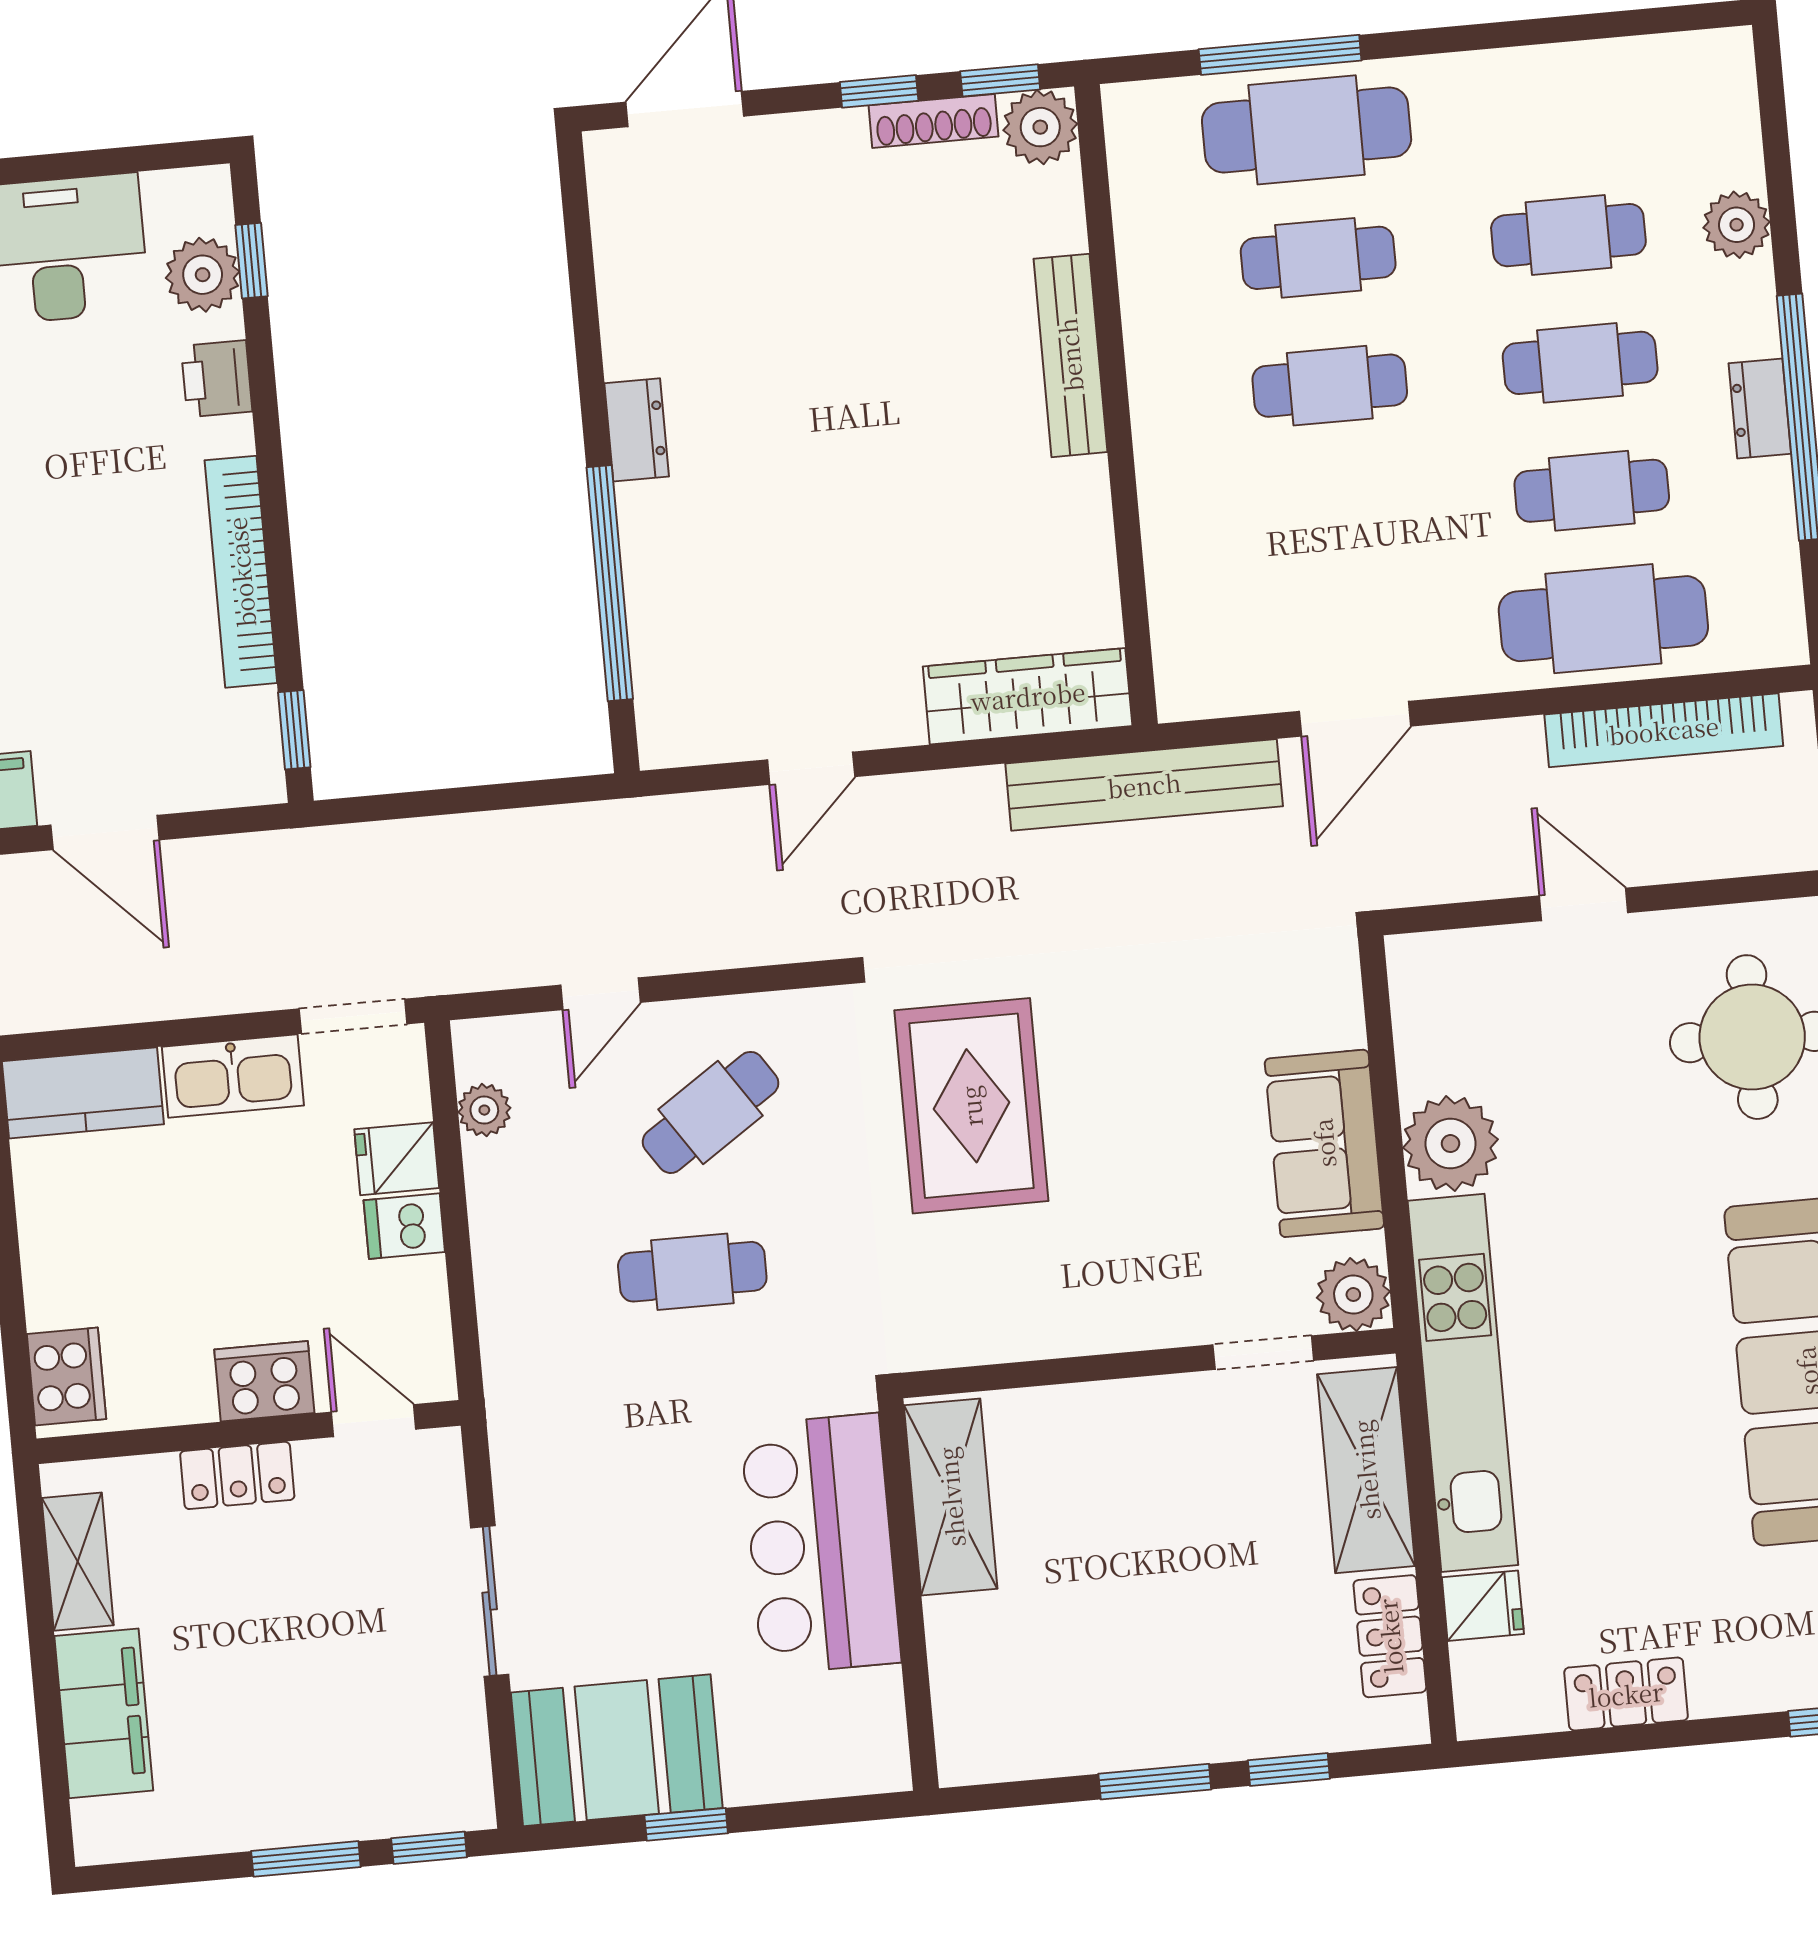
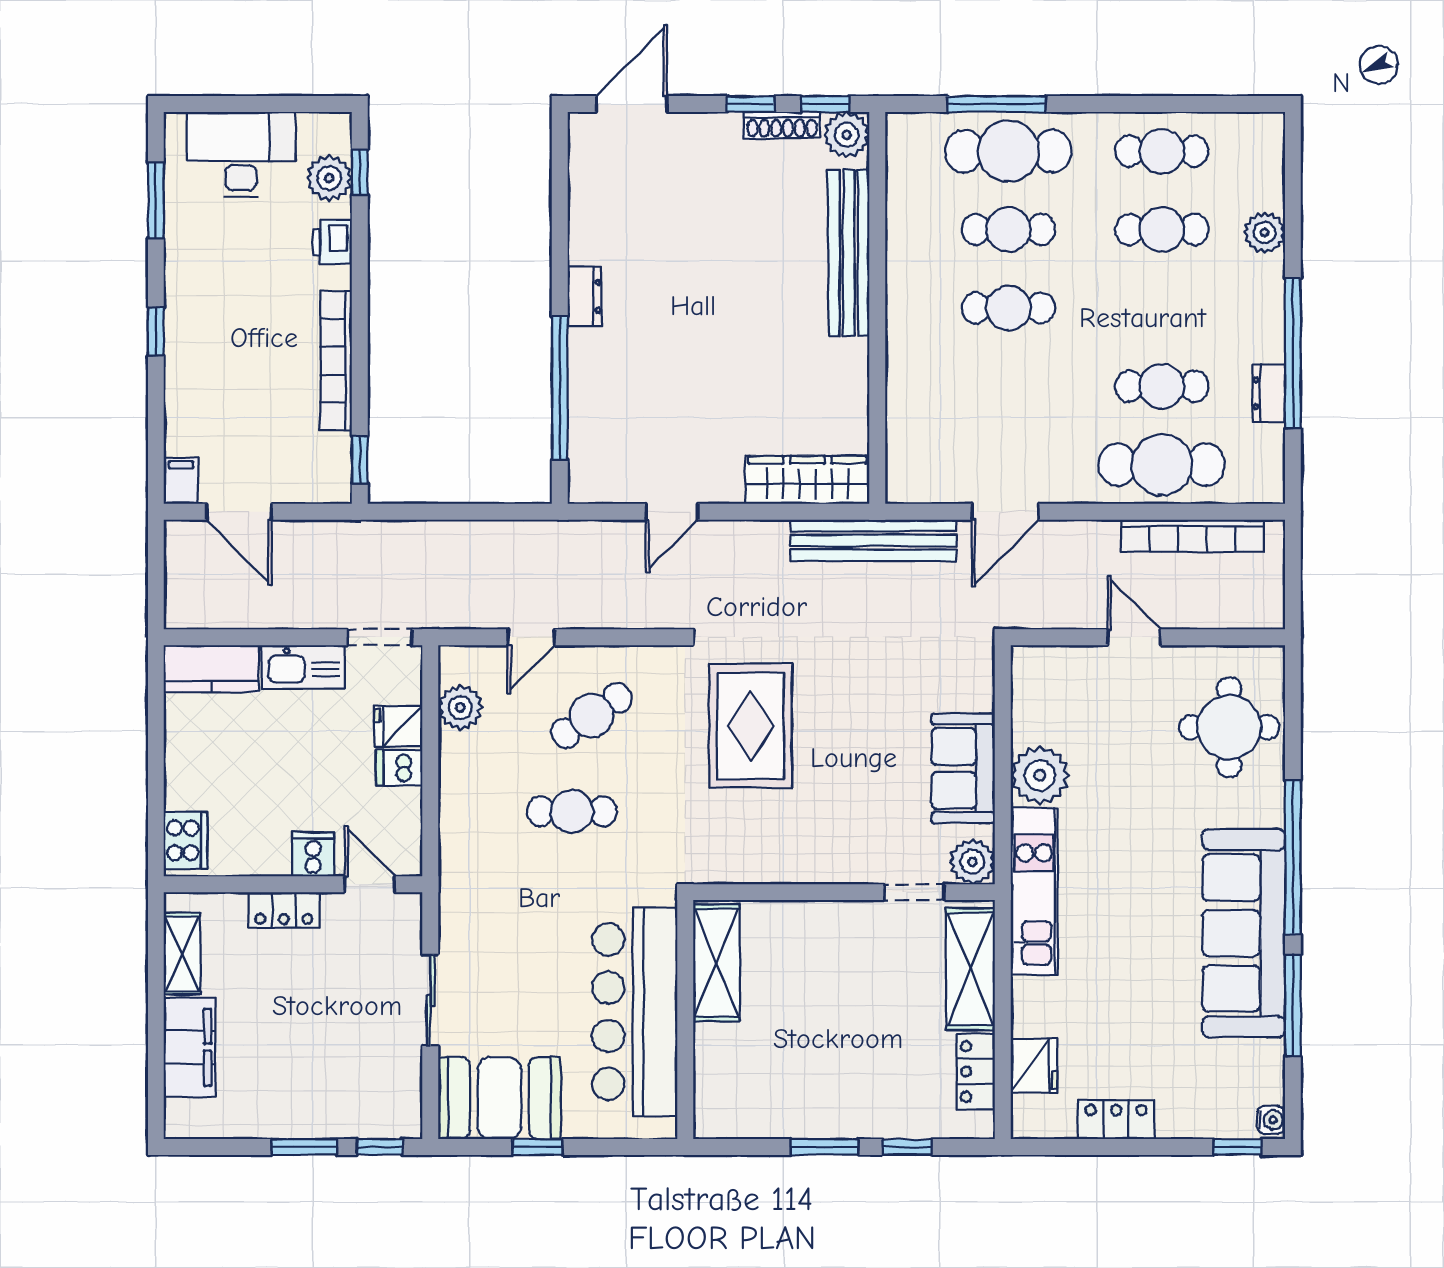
bench: (1070, 355) -> (849, 253), width x1.37, depth x1.21
cafe table: (1580, 363) -> (1162, 151), moved
dresser: (1760, 408) -> (1269, 393), moved
plant: (484, 1110) -> (460, 708), width x1.38, depth x1.38
cooker: (264, 1381) -> (313, 854), width x0.73
kitchen unit: (1463, 1383) -> (1034, 891), width x0.73
bar counter: (821, 1544) -> (635, 1012), width x1.36
fridge: (1483, 1606) -> (1034, 1066), width x1.38

